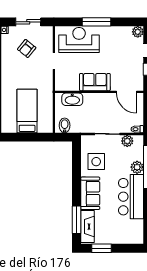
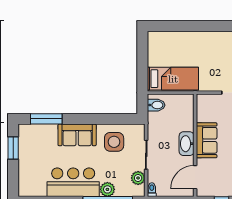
washbasin: (72, 99) -> (187, 144), moved
bed: (27, 111) -> (173, 79), moved
fireplace: (87, 227) -> (38, 132), removed

